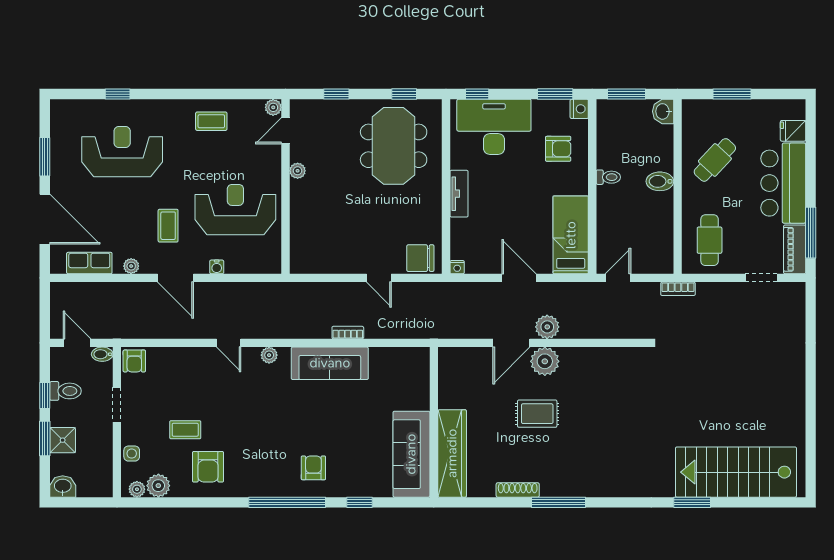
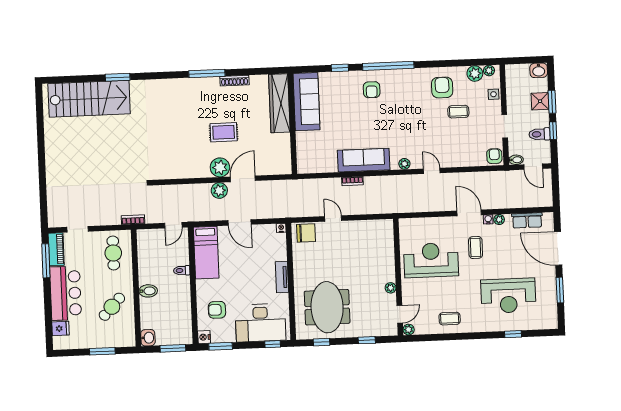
toilet: (608, 177) -> (182, 270), moved
reception desk: (235, 210) -> (431, 260), turned 180
water cooler: (217, 267) -> (488, 219), moved

